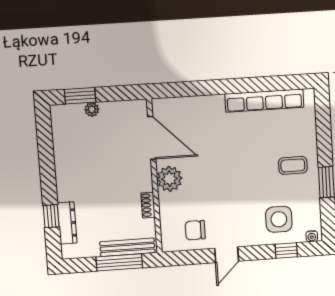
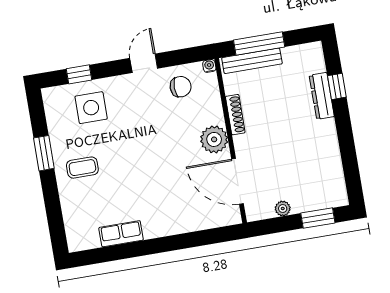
row of seats: (264, 101) -> (121, 234), width x0.50
plant: (92, 109) -> (283, 209), moved
shoe rack: (148, 205) -> (235, 115), width x1.43
dresser: (67, 223) -> (322, 96), moved
water cooler: (312, 236) -> (209, 66), moved

